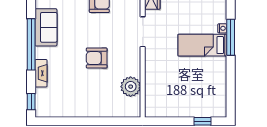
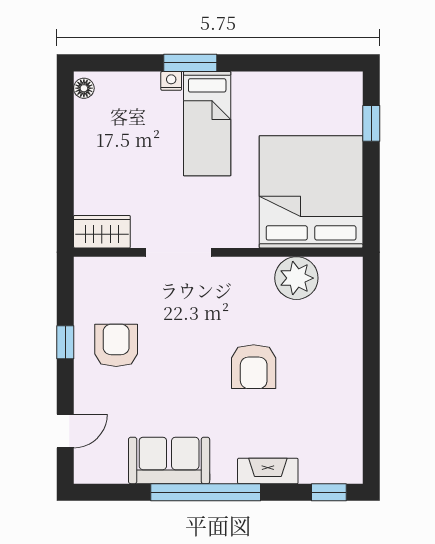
window: (231, 37) -> (190, 63), width x0.69
armchair: (97, 58) -> (254, 367), moved
bed: (171, 93) -> (311, 192), added

